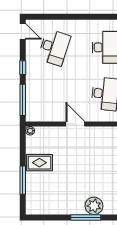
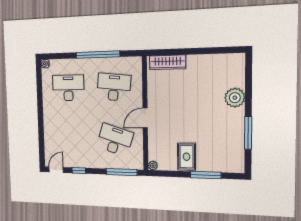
desk: (54, 47) -> (115, 140), moved
window: (23, 68) -> (79, 171), moved
window: (86, 218) -> (248, 133), moved

